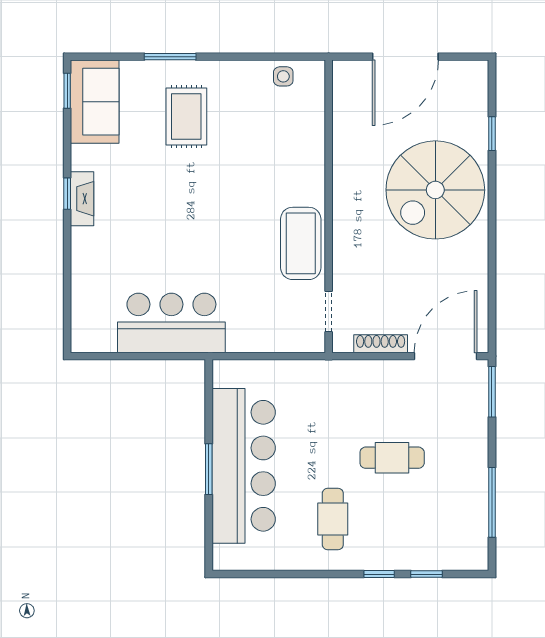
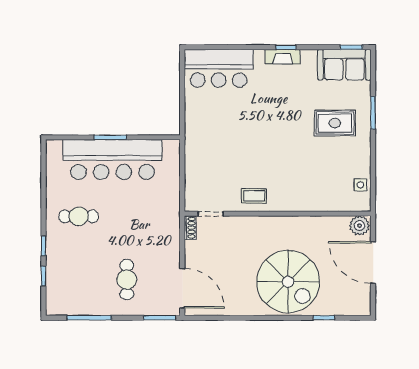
plant: (347, 78) -> (360, 226), added
spiral stairs: (435, 190) -> (288, 282), turned 180
coffee table: (301, 243) -> (254, 196), width x0.54, depth x0.58
bar counter: (171, 323) -> (219, 68), moved, turned 90
shoe rack: (381, 344) -> (190, 228), moved, width x0.70
cafe table: (392, 458) -> (127, 280), moved

